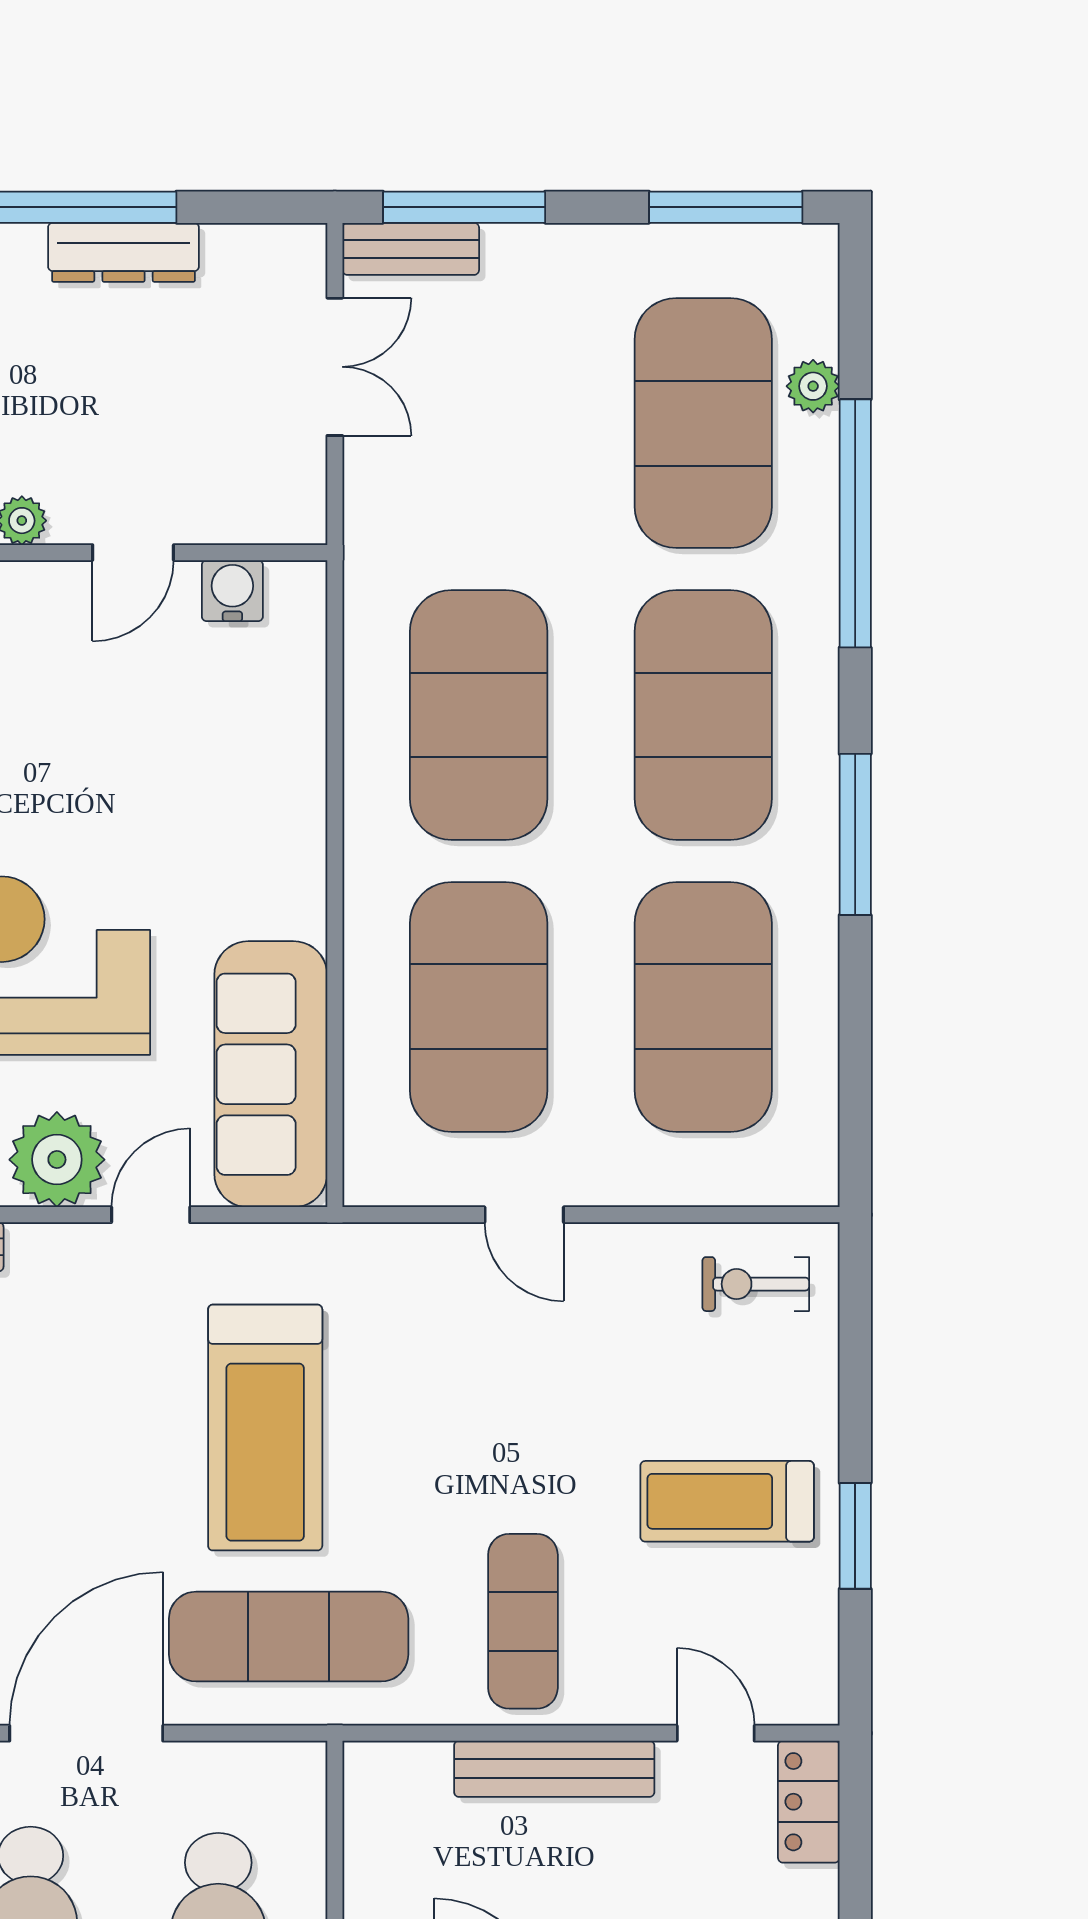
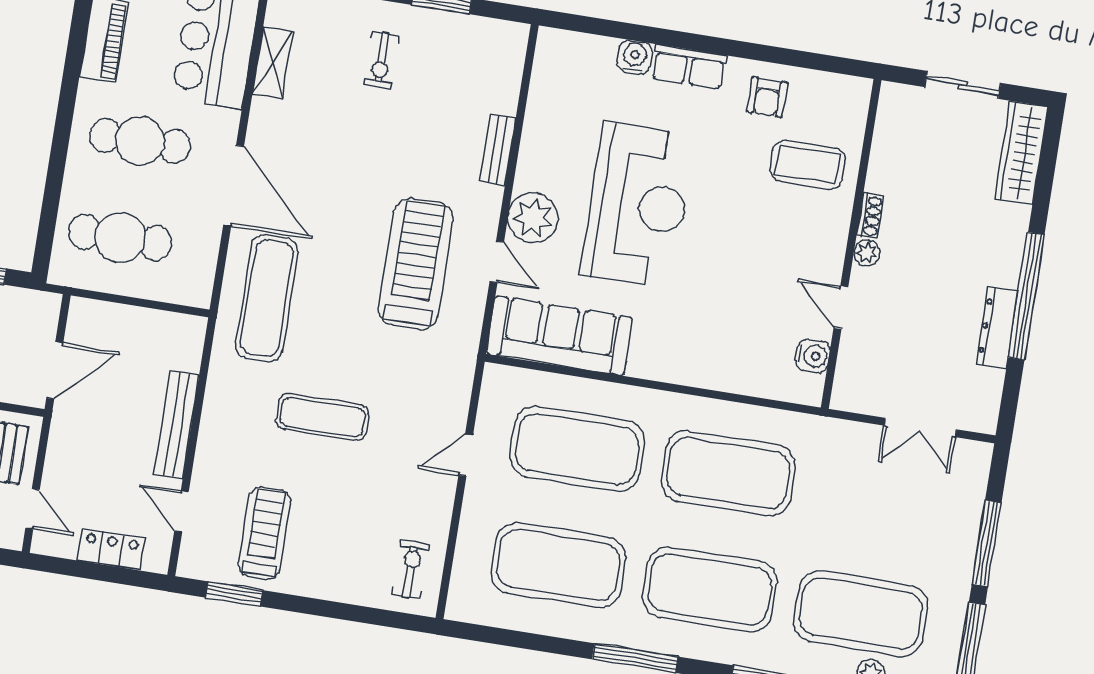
window: (464, 207) -> (987, 543), moved
bench: (411, 249) -> (975, 476), removed
treadmill: (265, 1428) -> (416, 264), moved, turned 90
treadmill: (727, 1501) -> (265, 533), moved
window: (855, 1536) -> (234, 594), moved
exercise mat: (523, 1621) -> (322, 417), moved
door: (716, 1733) -> (181, 511), swing flipped
locker: (809, 1802) -> (111, 549), moved

